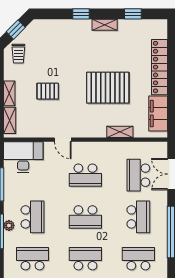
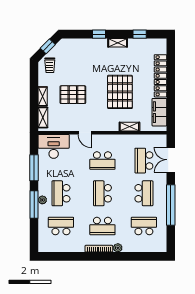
pallet: (108, 88) -> (120, 92), turned 90
pallet: (48, 91) -> (73, 95), width x1.50, depth x1.42
school desk: (33, 217) -> (61, 193), turned 180
school desk: (85, 217) -> (102, 193), turned 90
school desk: (85, 259) -> (102, 226), turned 180

